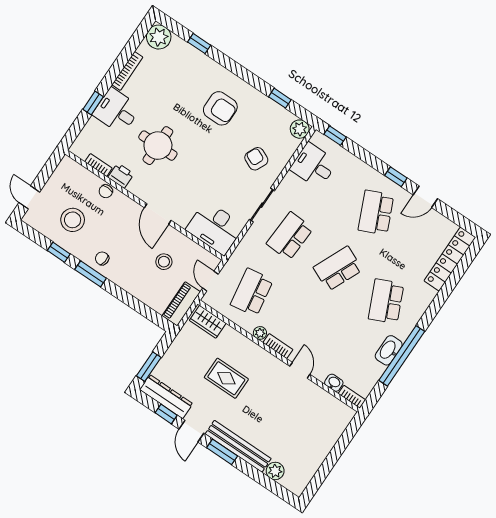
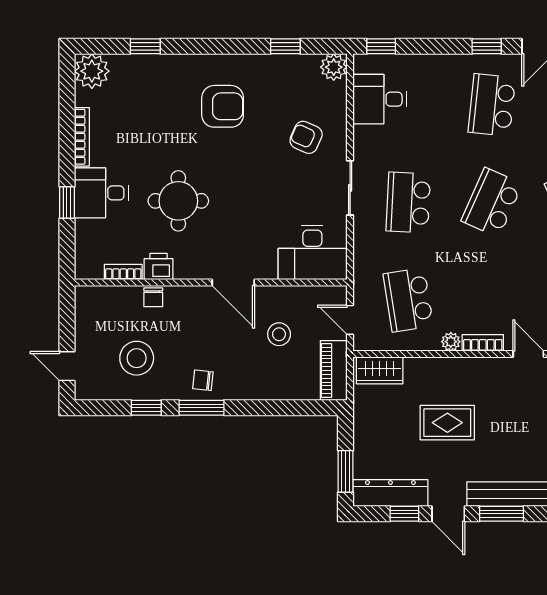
school desk: (376, 213) -> (492, 105), turned 30

